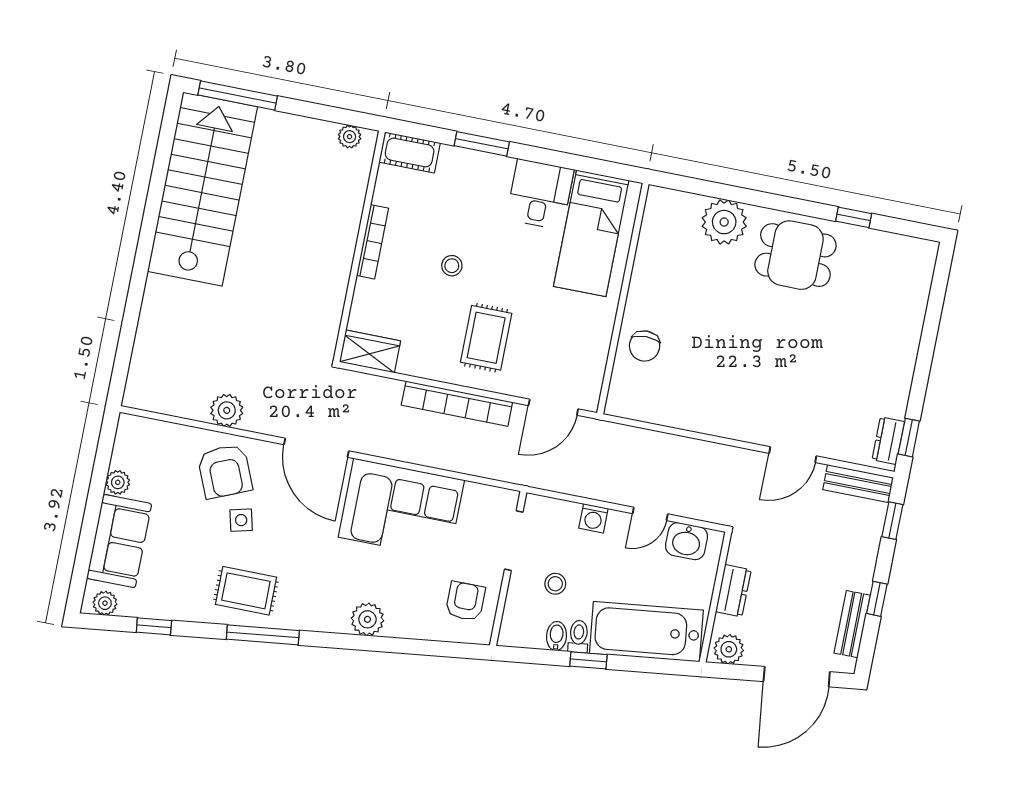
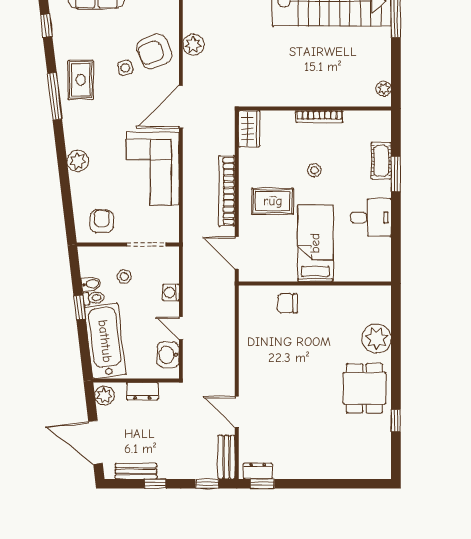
cot: (410, 152) -> (381, 161), moved
bed: (591, 233) -> (315, 243), moved, turned 90
armchair: (465, 601) -> (102, 221), turned -90

